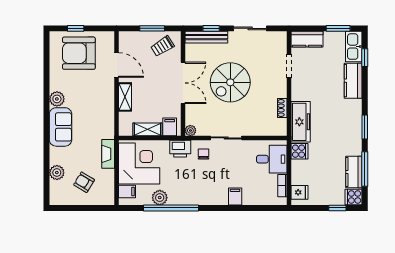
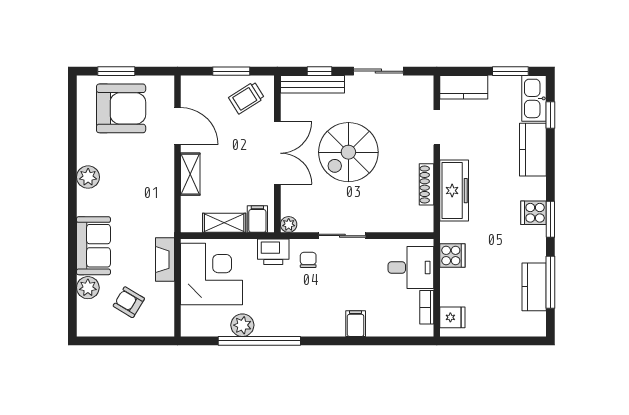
window: (76, 28) -> (116, 71), width x1.50
armchair: (79, 53) -> (121, 108), turned 180
shoe rack: (282, 108) -> (426, 184), width x1.43
freezer: (301, 122) -> (454, 191), moved
sofa: (61, 127) -> (93, 246), moved
filing cabinet: (127, 191) -> (193, 316), removed
cooker: (354, 197) -> (533, 213), moved
window: (337, 208) -> (509, 341), removed

